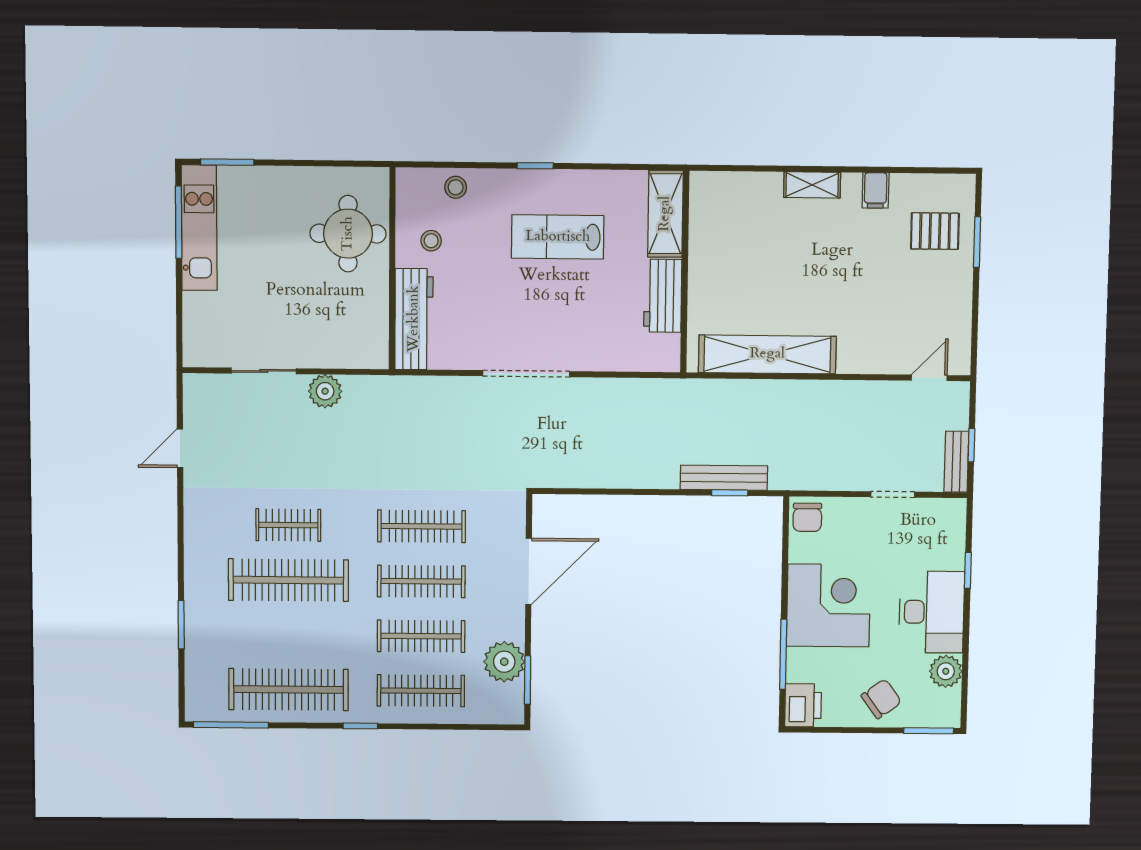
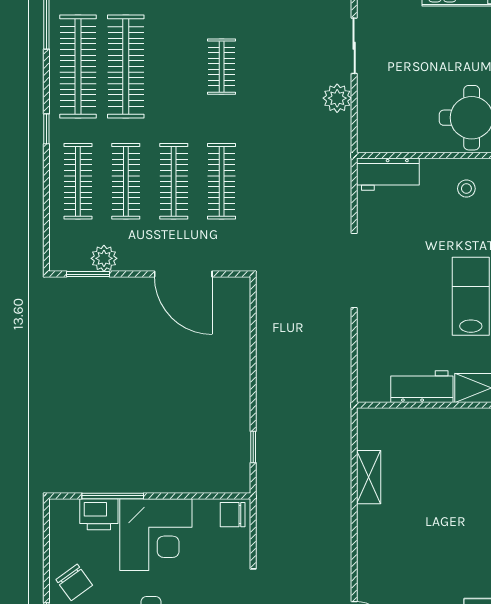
workbench: (414, 319) -> (388, 174), width x0.73
shelving: (767, 354) -> (369, 477), width x0.45, depth x0.75
bench: (724, 478) -> (266, 442), removed
clothes rail: (288, 580) -> (126, 67), moved
plant: (504, 662) -> (104, 258), width x0.73, depth x0.73
printer: (803, 705) -> (99, 514), moved

